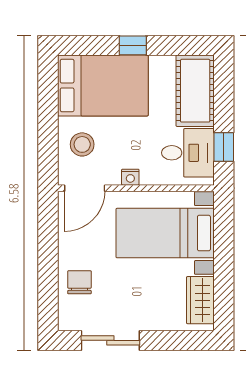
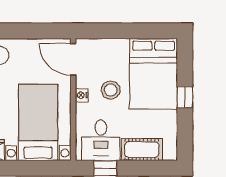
cot: (195, 91) -> (142, 150), width x0.73, depth x0.75
stool: (82, 144) -> (111, 90), moved

